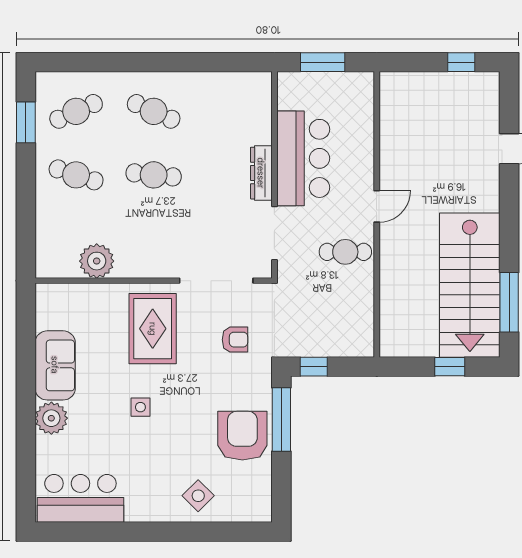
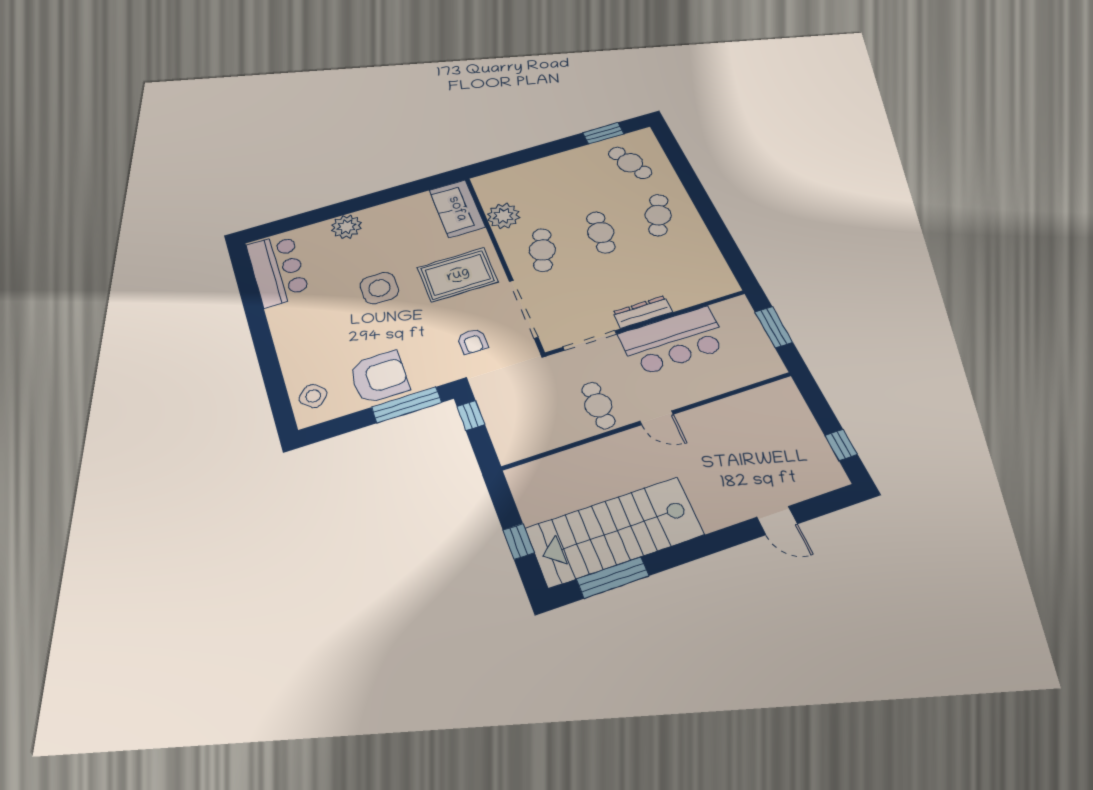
cafe table: (76, 175) -> (542, 250), moved
sofa: (55, 365) -> (457, 209), moved, turned 90
side table: (140, 407) -> (379, 288), width x1.87, depth x1.87
side table: (198, 496) -> (313, 396), moved

